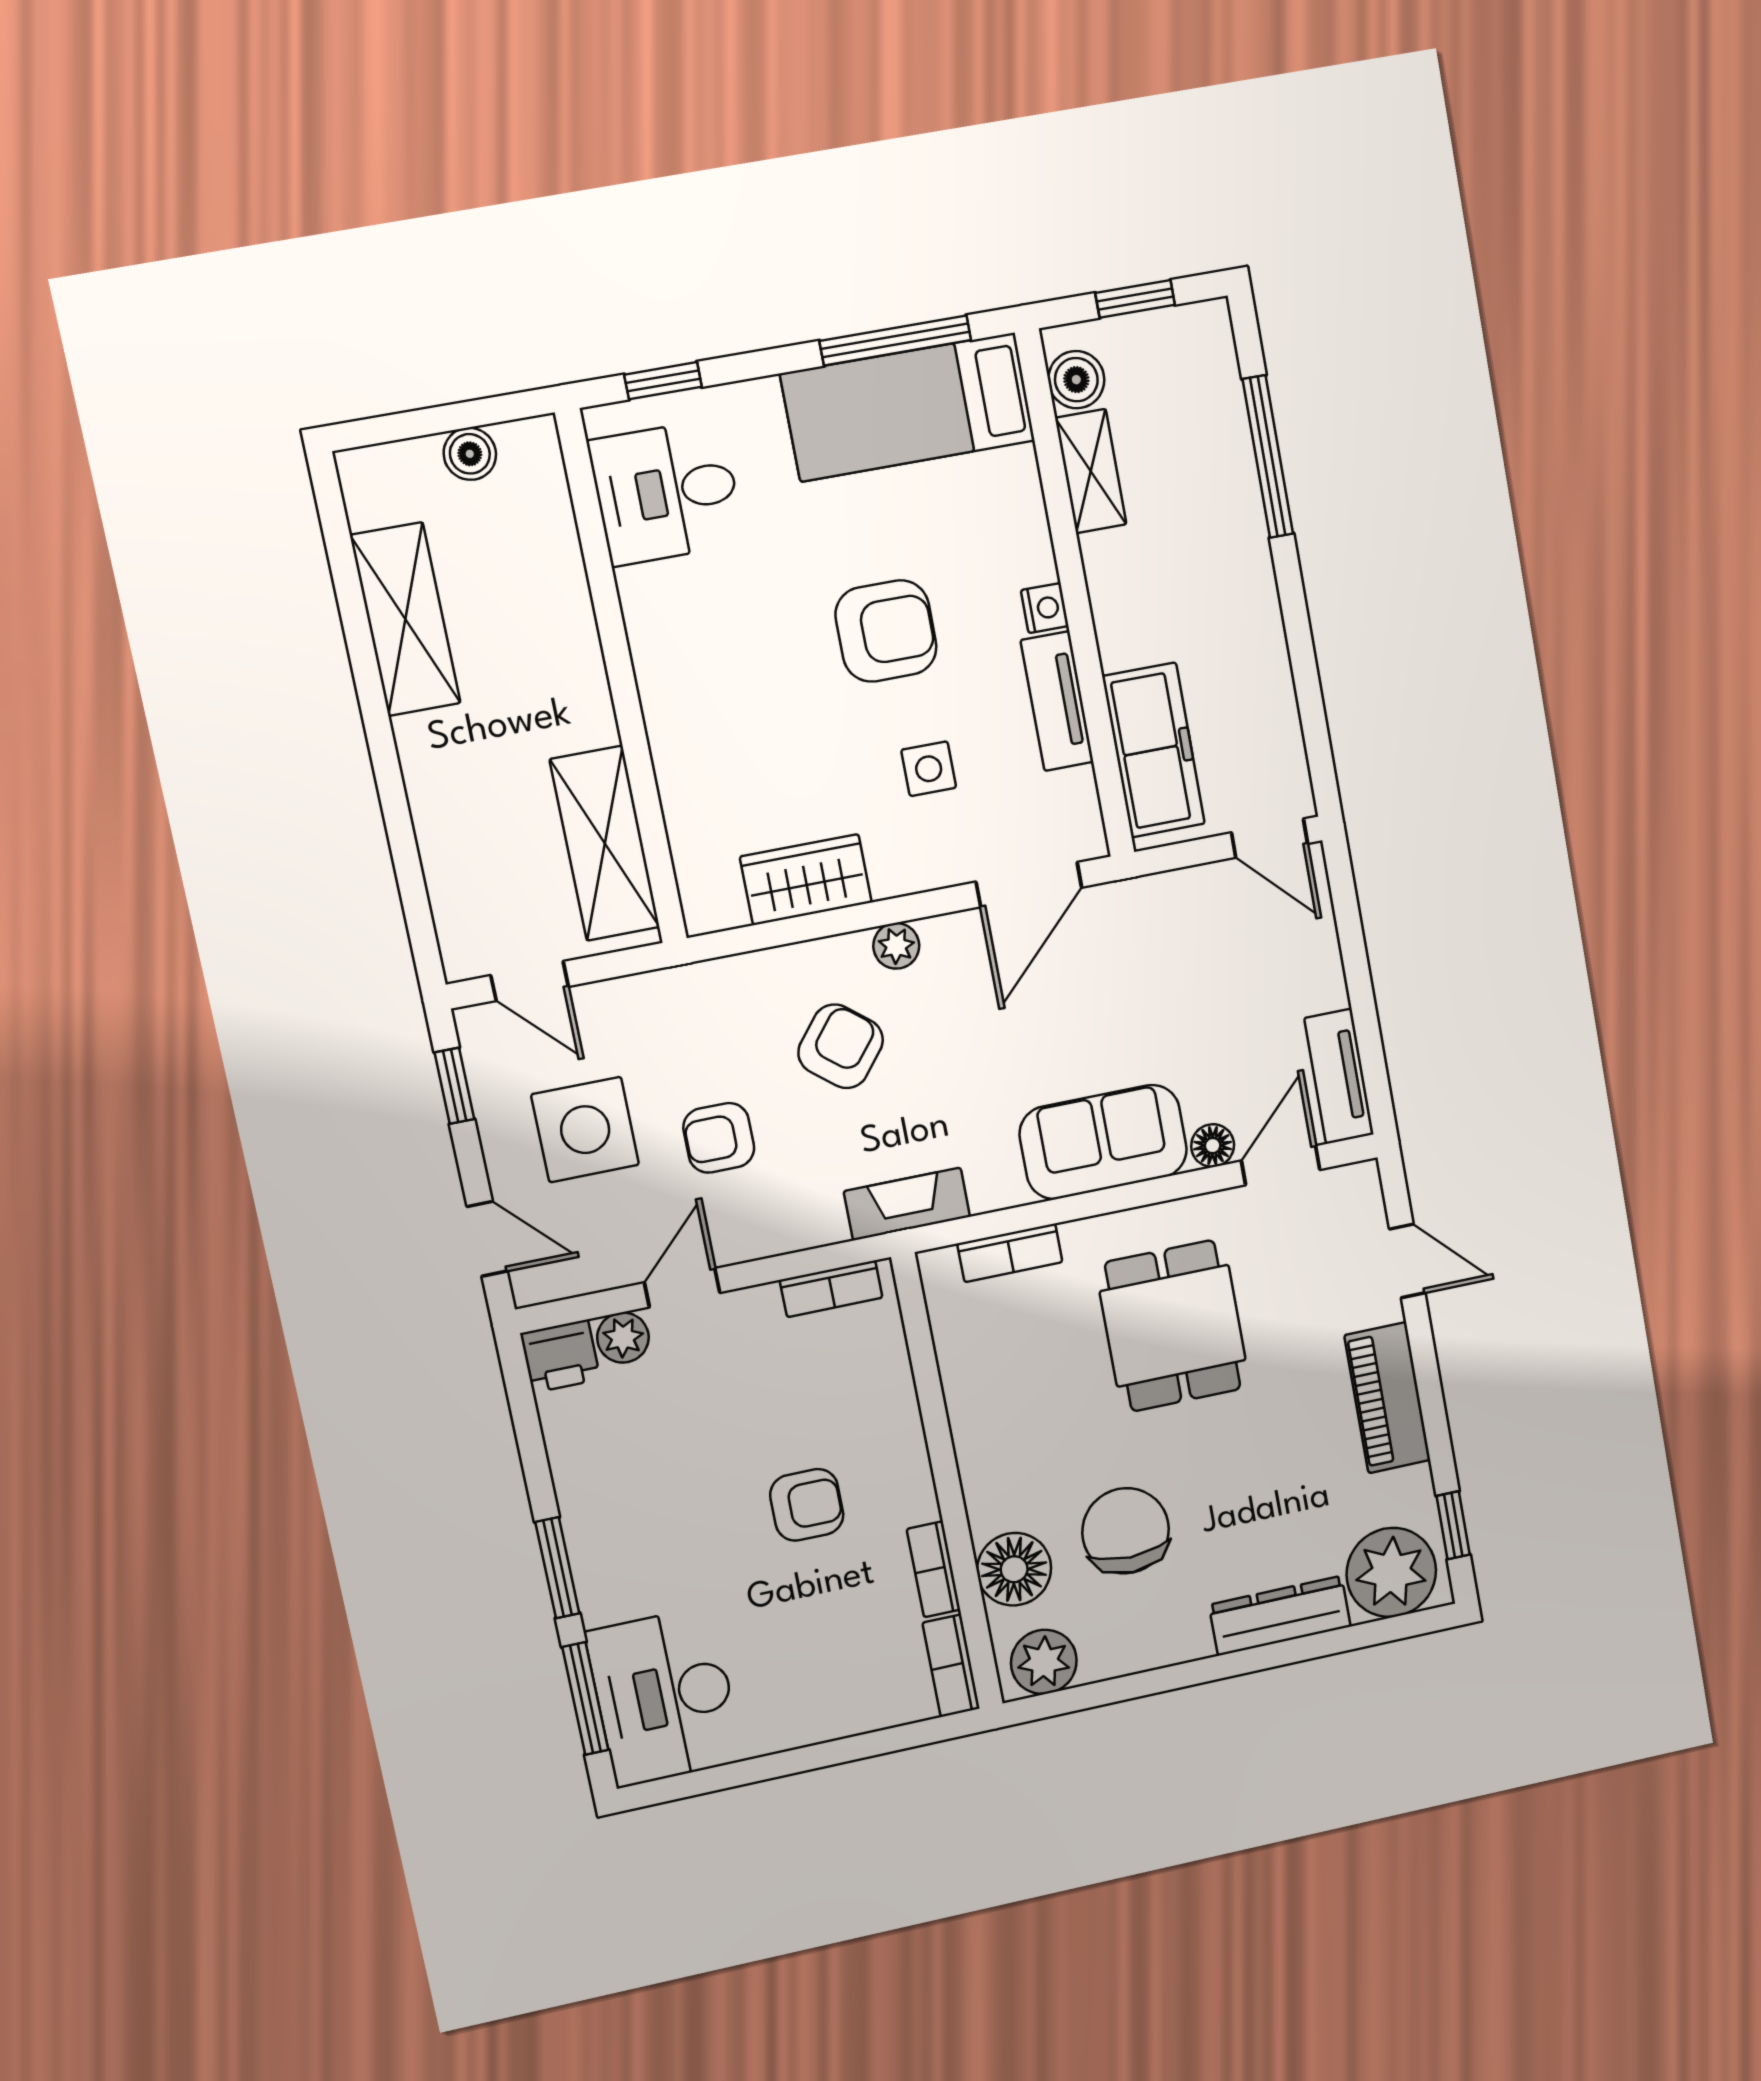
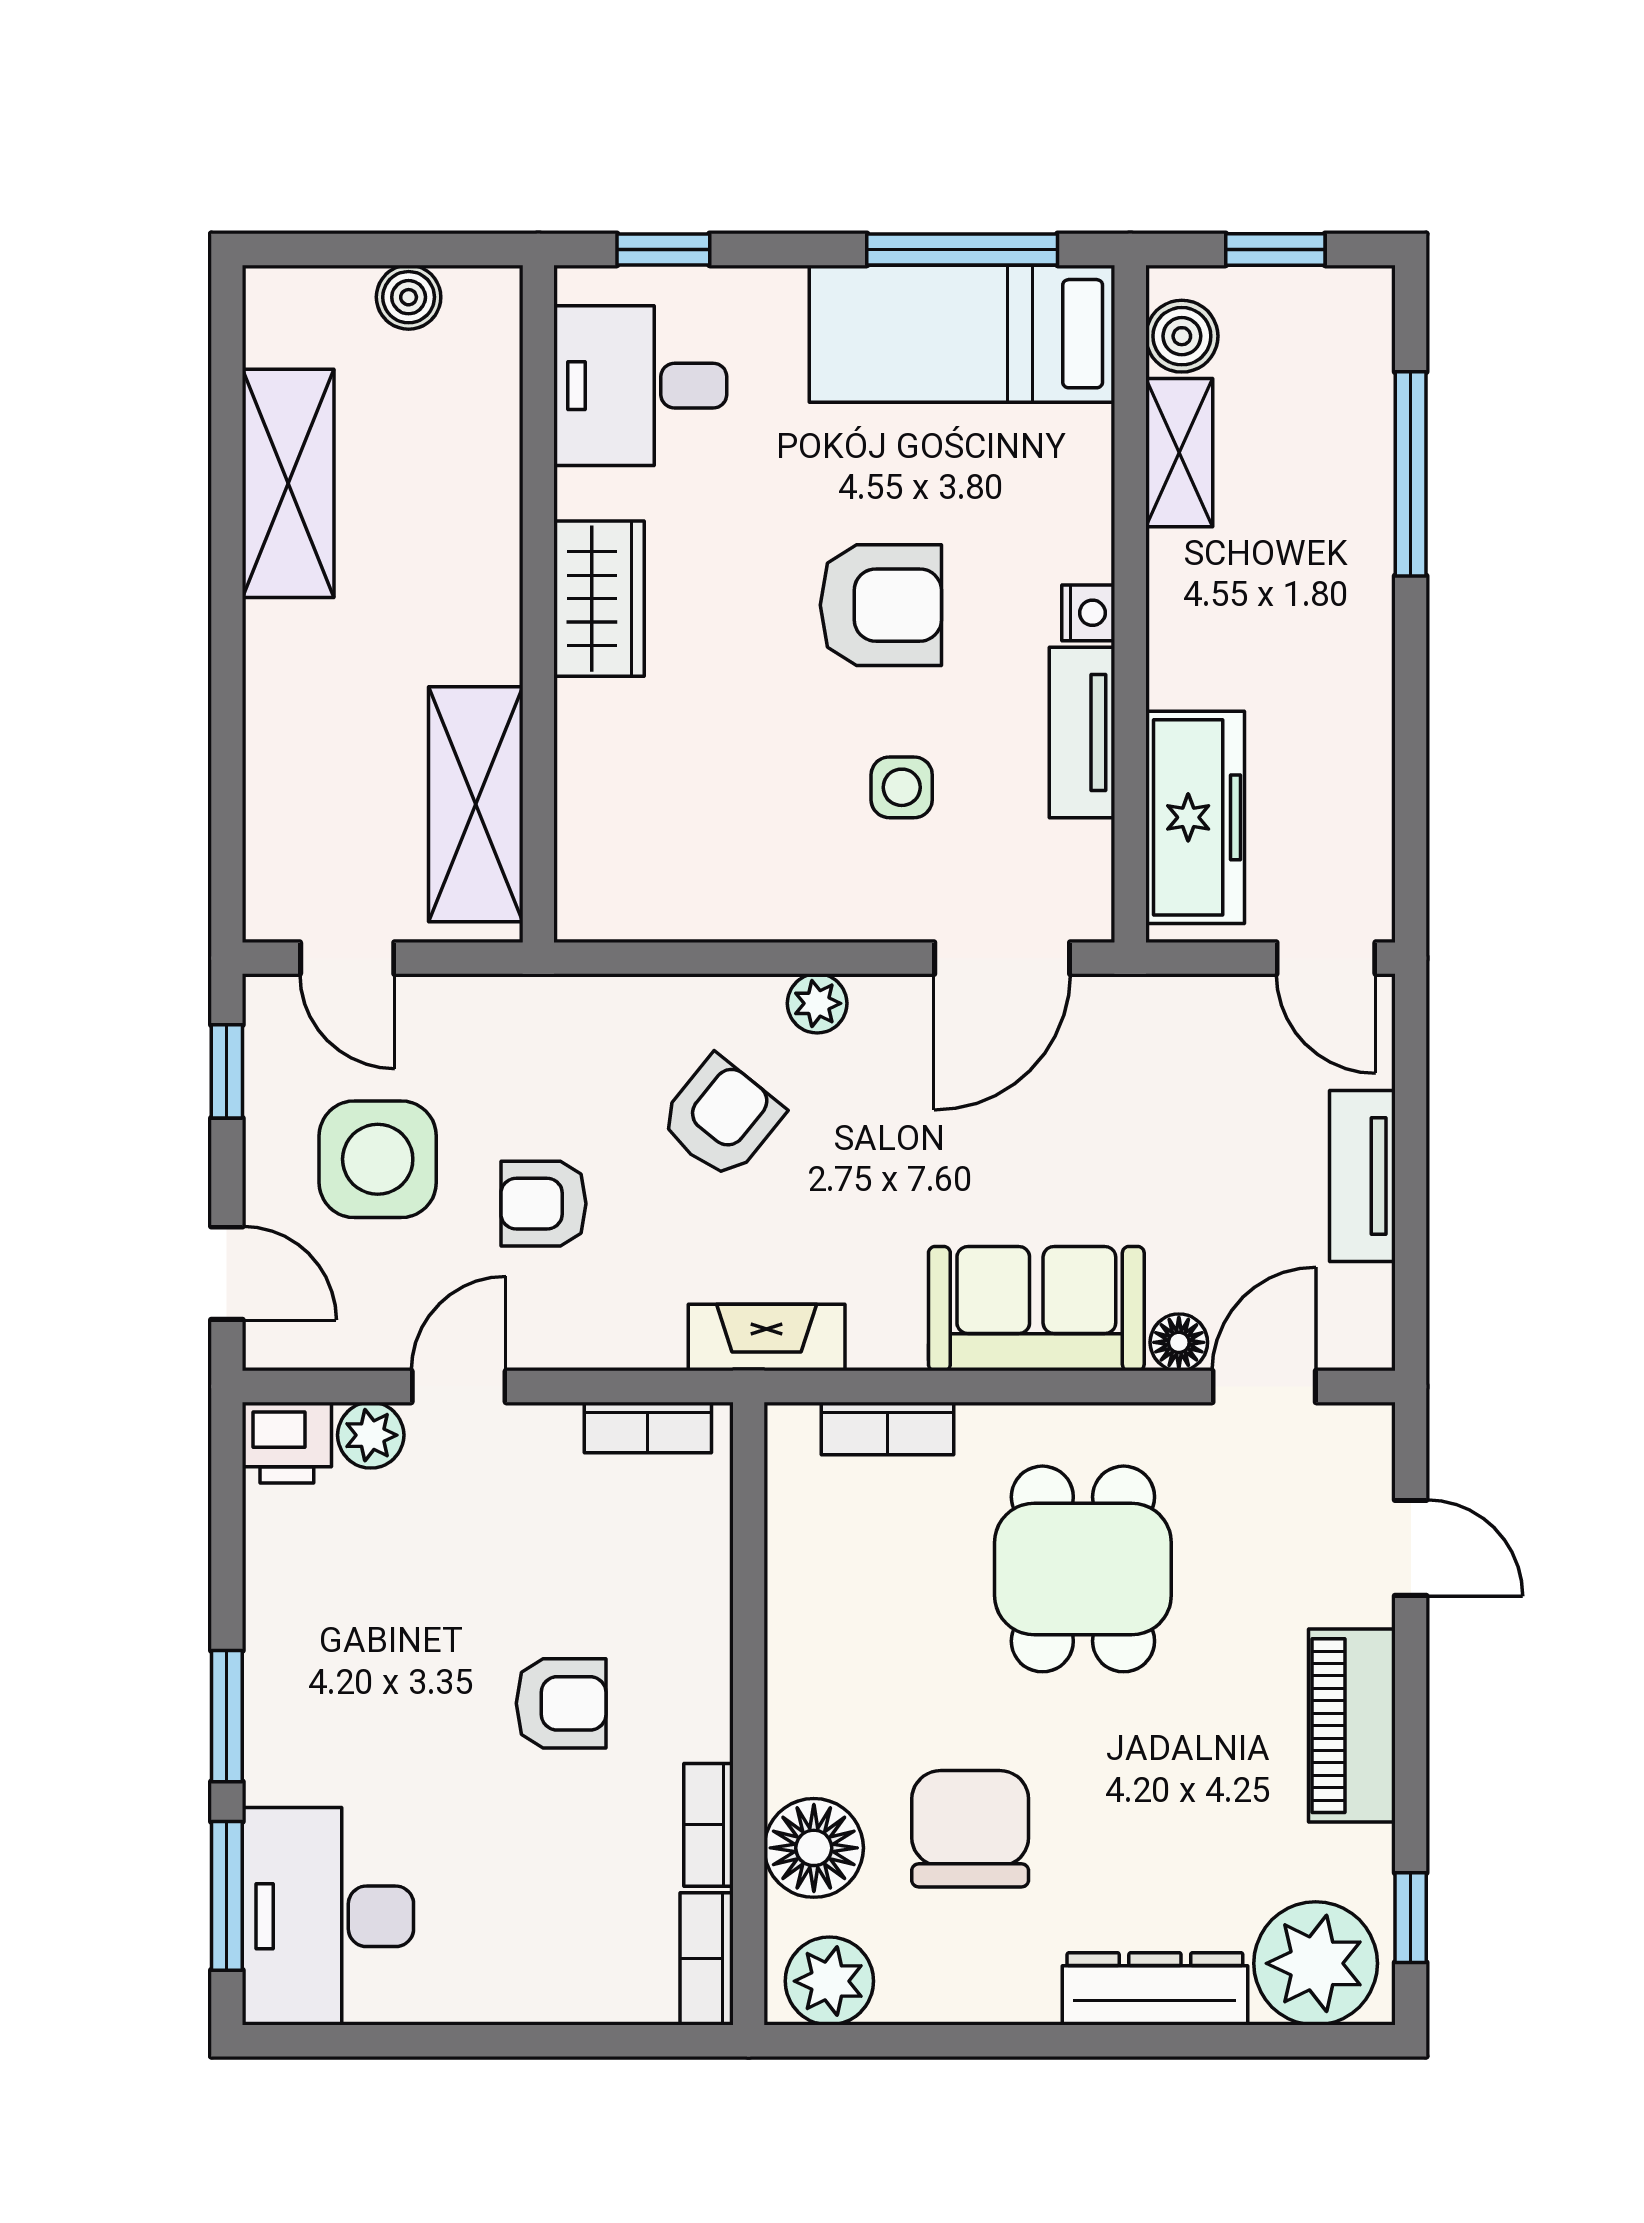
wardrobe: (806, 880) -> (599, 599), moved, turned 90
tv unit: (1339, 1076) -> (1362, 1176), moved

